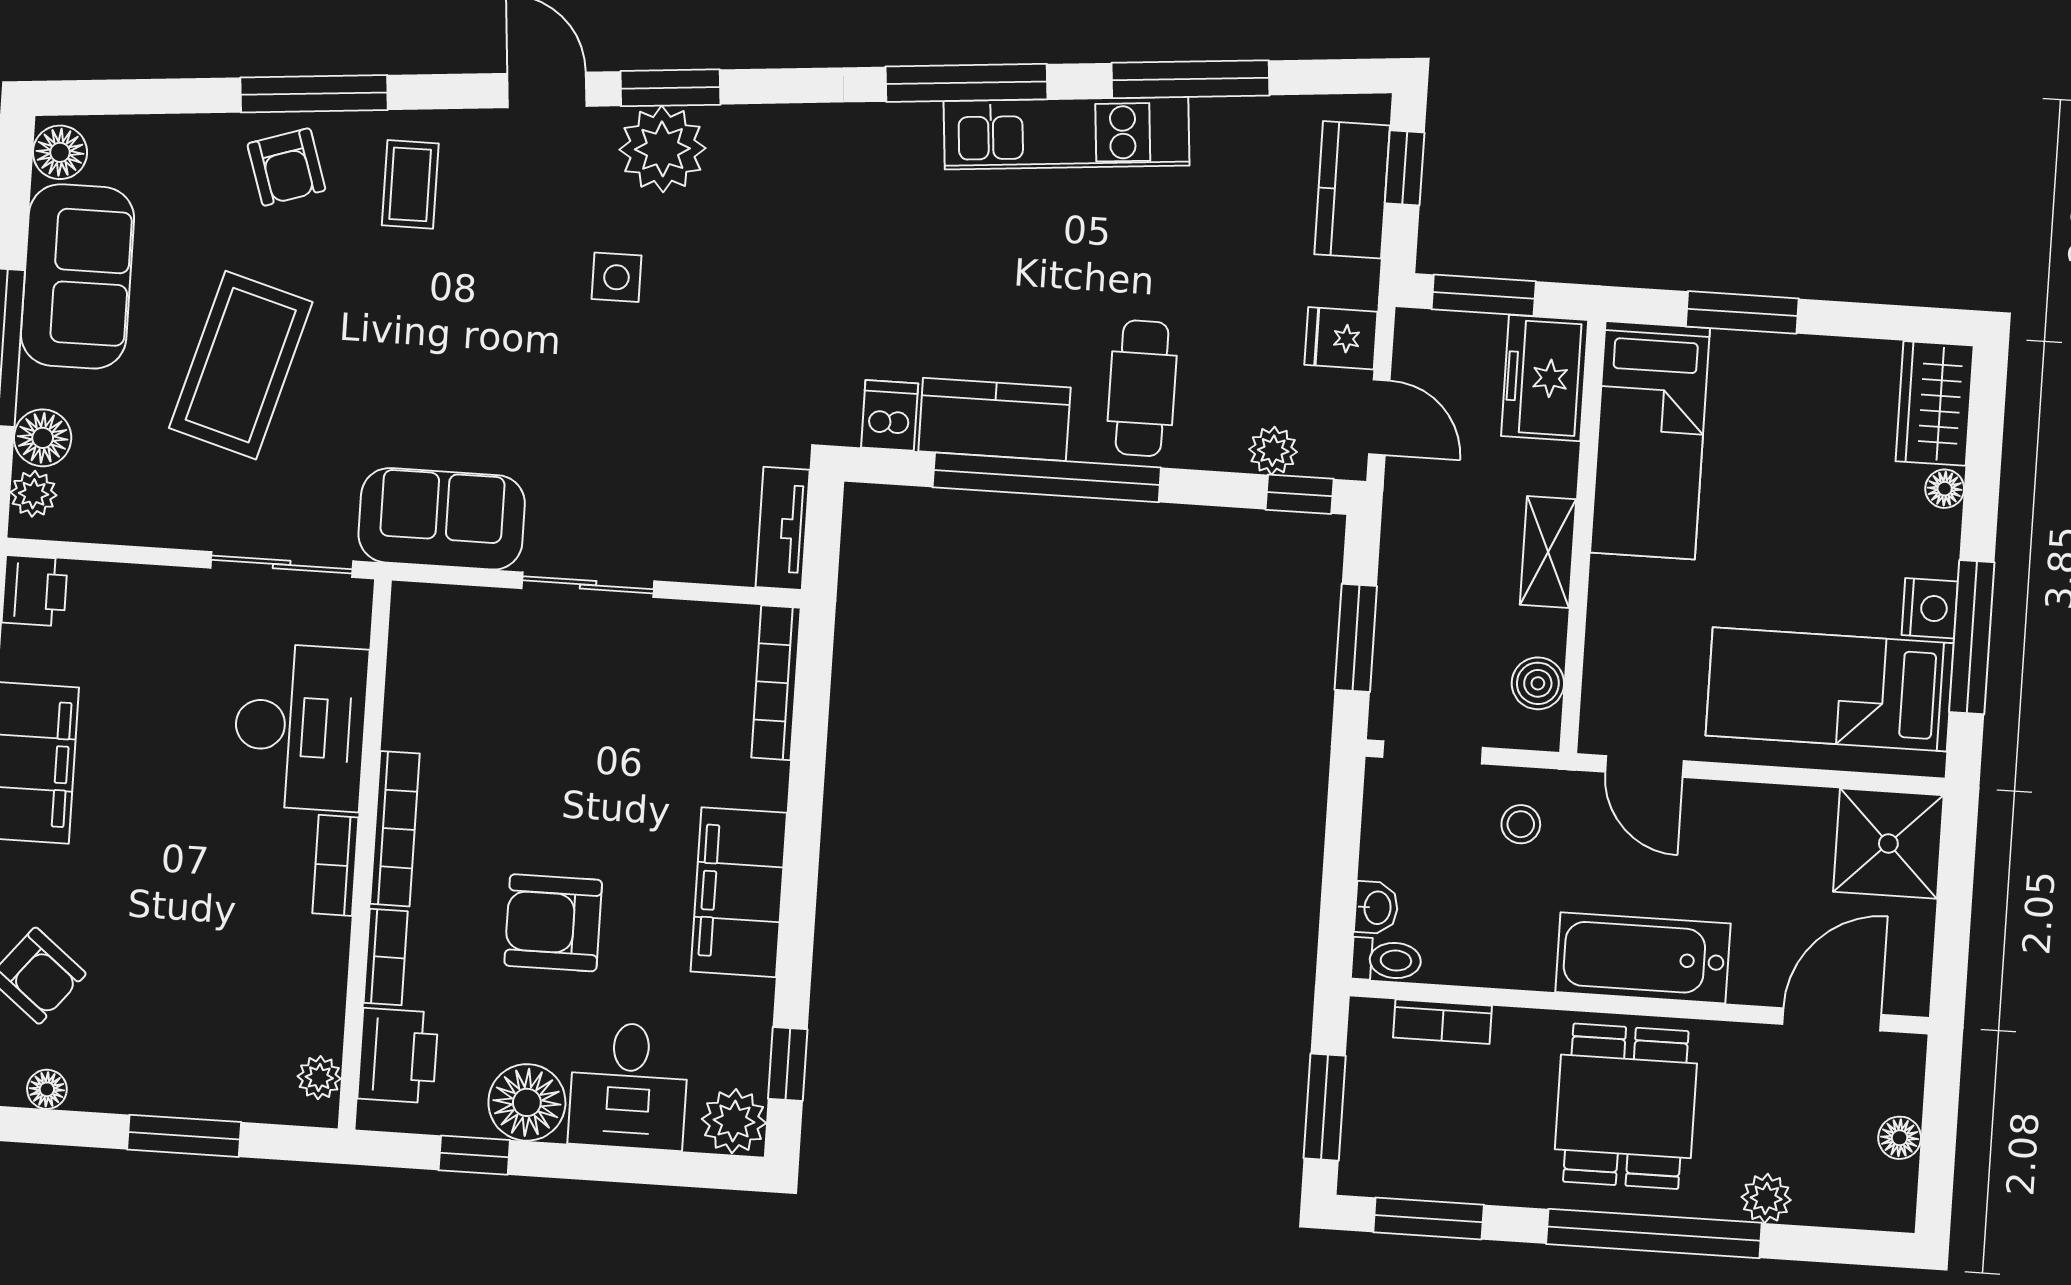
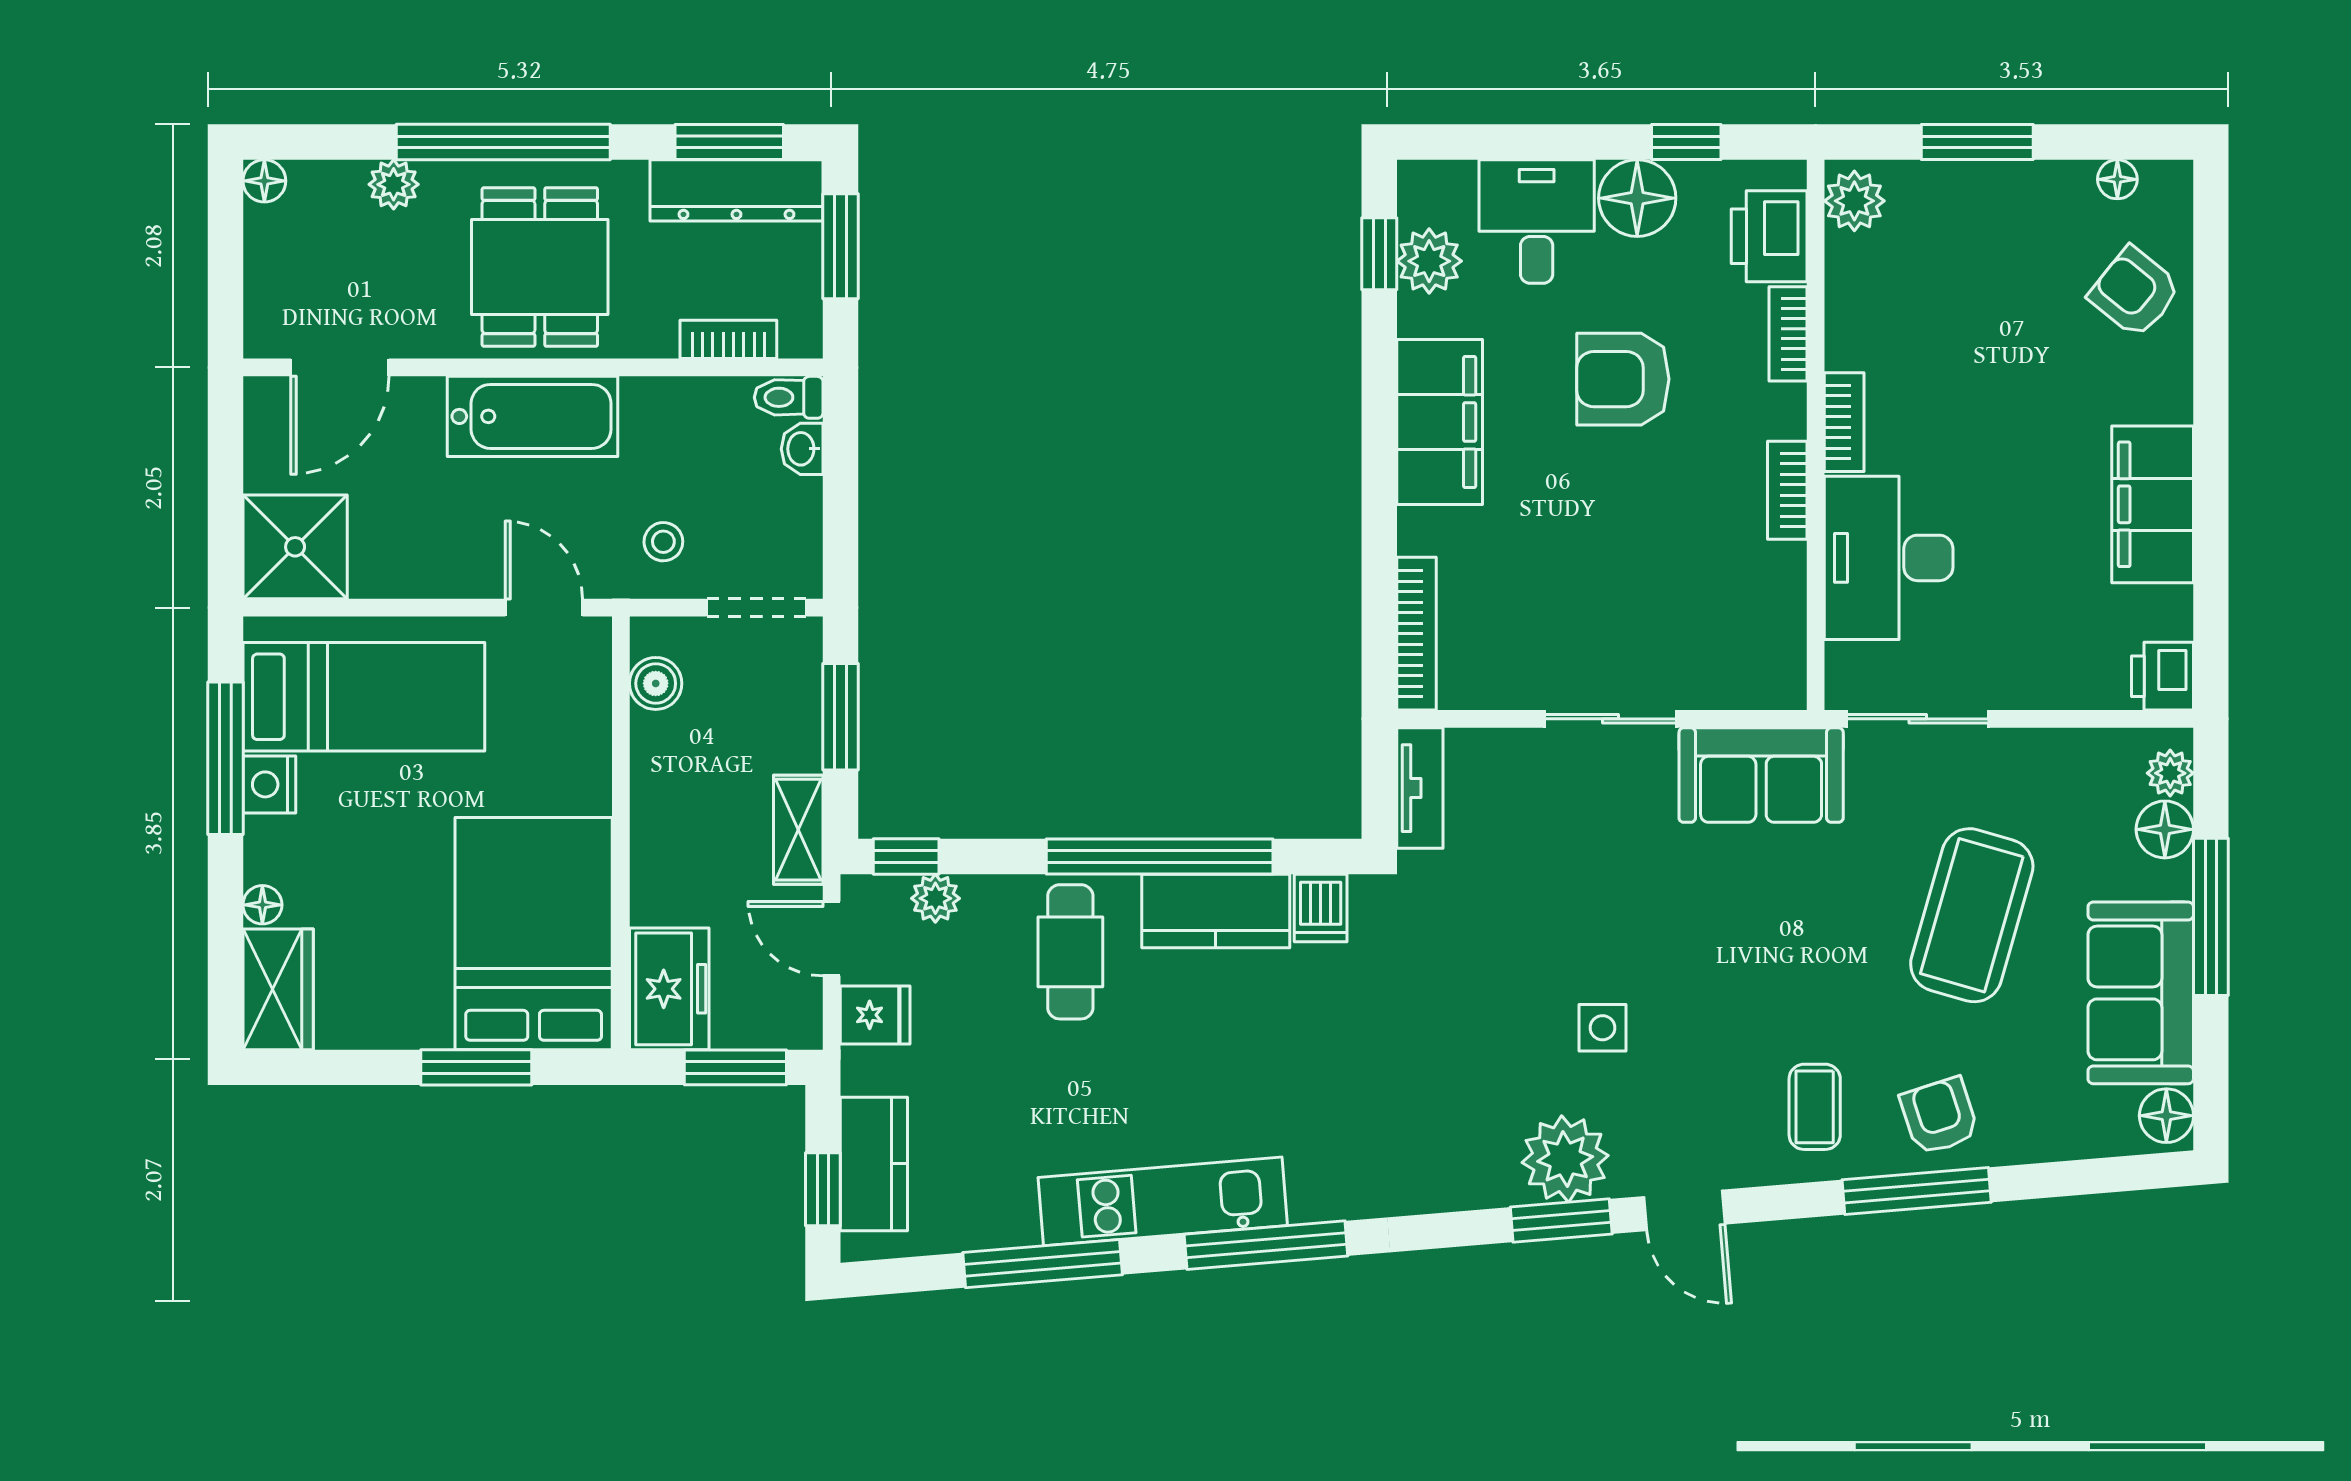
bed: (1650, 440) -> (534, 934), width x1.50
shelving: (1548, 552) -> (798, 830), moved
bookcase: (395, 829) -> (1787, 490), width x0.64
armchair: (553, 923) -> (1623, 379), turned 180
plant: (319, 1078) -> (1854, 201), width x1.38, depth x1.38
plant: (734, 1121) -> (1429, 261), moved
floor lamp: (1900, 1138) -> (264, 181), moved
dresser: (1425, 1170) -> (736, 190), added

